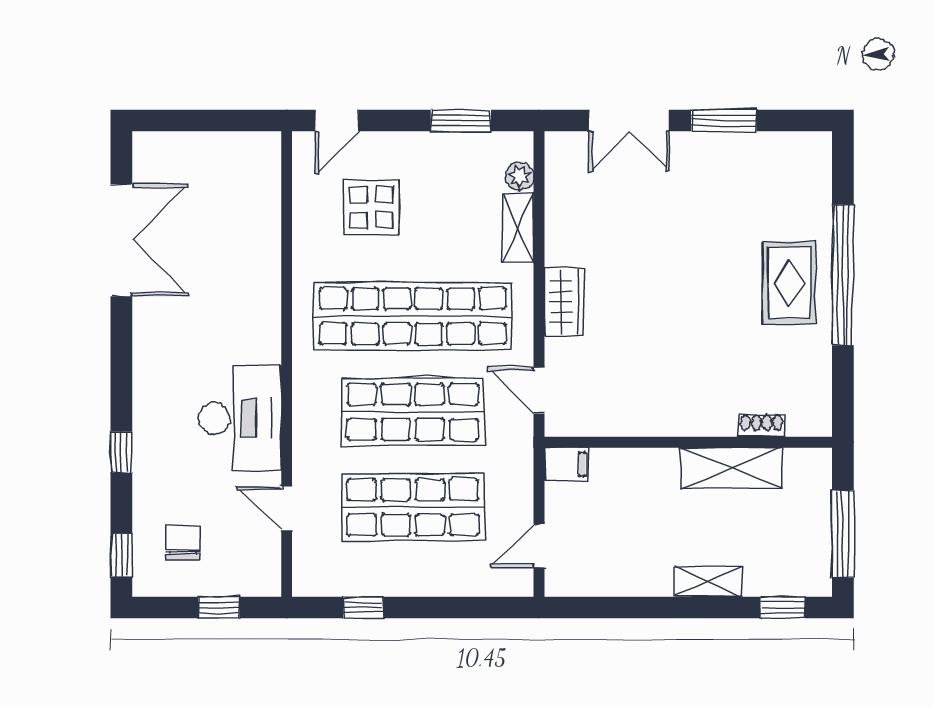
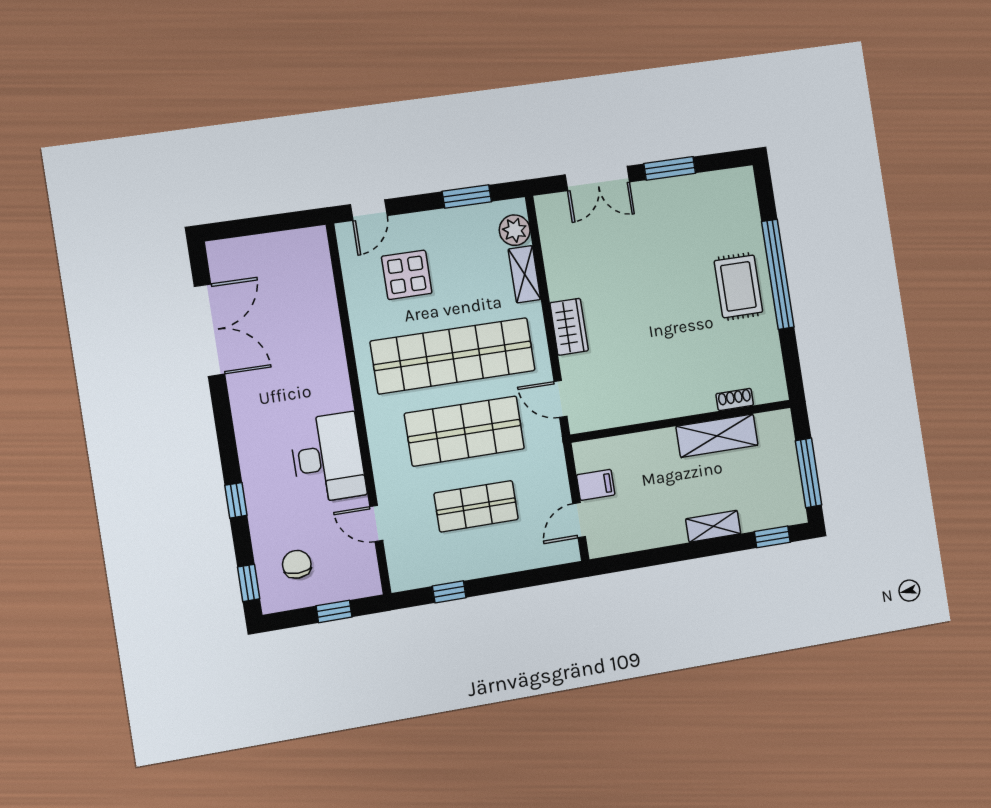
plant: (520, 176) -> (515, 230), width x1.38, depth x1.38
filing cabinet: (567, 464) -> (596, 485), moved
shop shelf: (413, 507) -> (476, 506), width x0.70, depth x0.74

